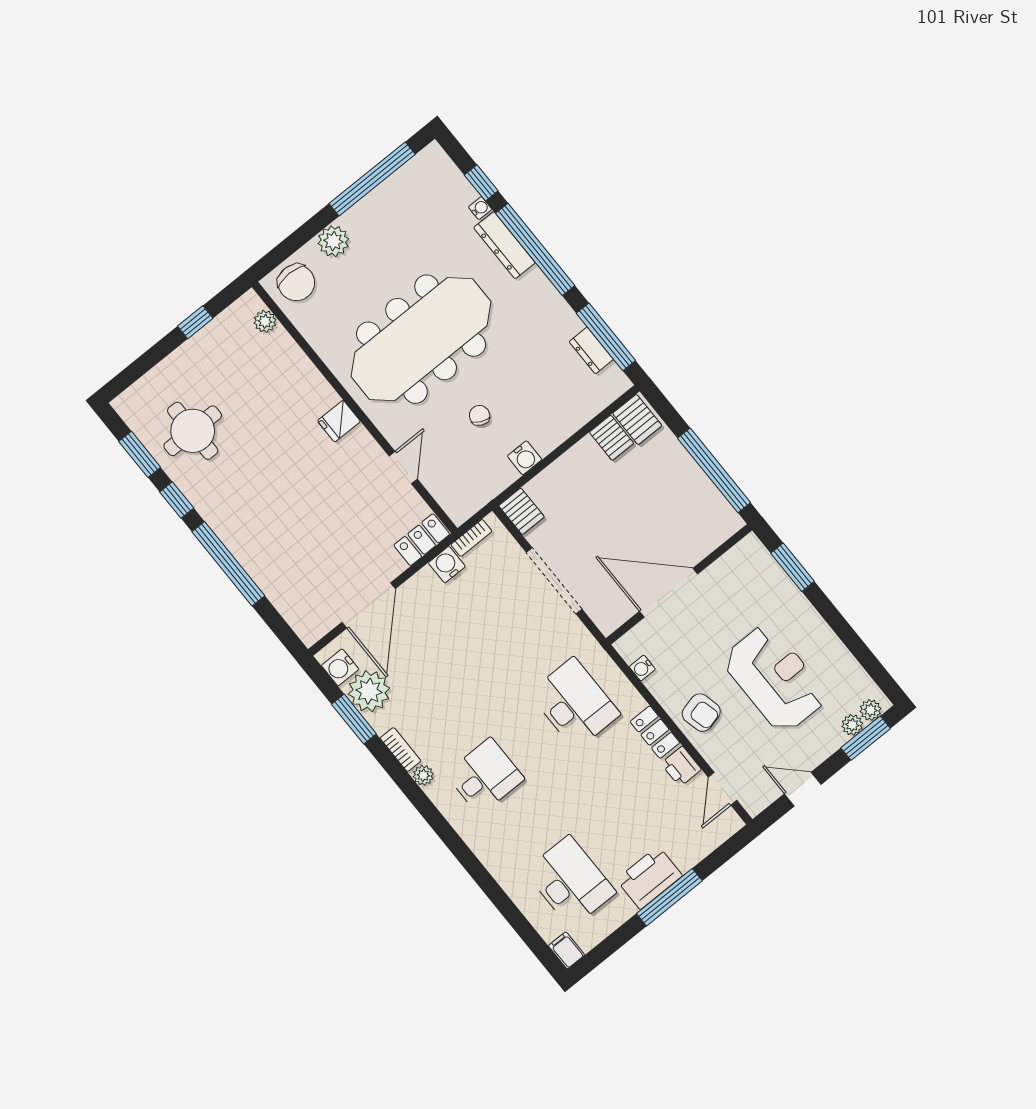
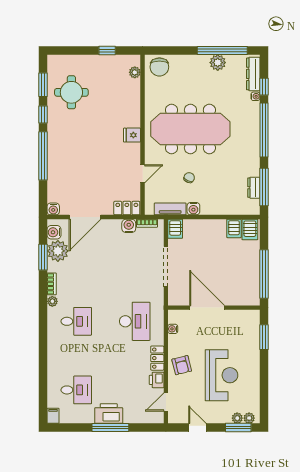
plant: (333, 241) -> (218, 63), moved
dresser: (504, 245) -> (253, 74), moved
tv unit: (489, 487) -> (170, 209), added
water cooler: (310, 633) -> (53, 209), added
desk: (570, 882) -> (76, 390), width x0.73

